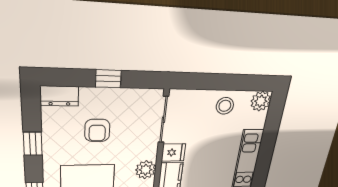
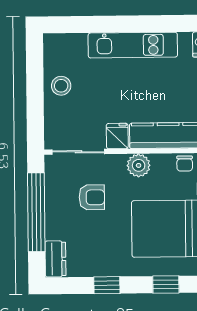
window: (108, 79) -> (36, 212), width x3.17
plant: (261, 101) -> (55, 45), removed
armchair: (97, 130) -> (92, 197), moved

